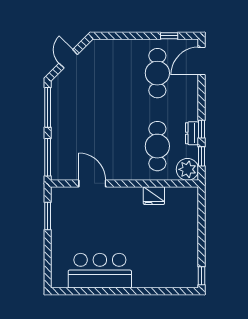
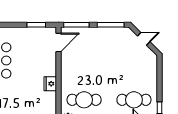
door: (92, 183) -> (58, 42), moved
fridge: (154, 196) -> (50, 84), moved

